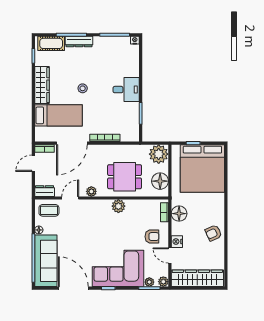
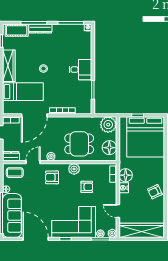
armchair: (93, 216) -> (52, 177), added
armchair: (152, 237) -> (87, 187), moved
nightstand: (177, 242) -> (124, 188), moved

